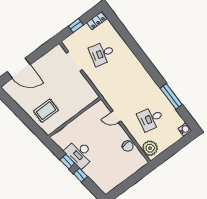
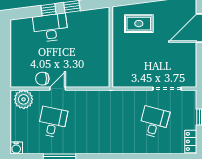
rug: (46, 111) -> (139, 24), turned 90
door: (116, 117) -> (58, 89), moved
desk: (80, 154) -> (50, 28), moved

